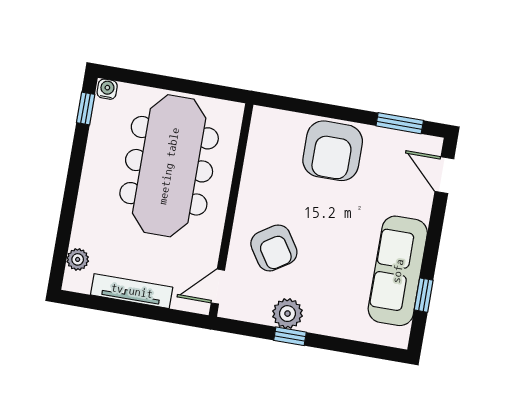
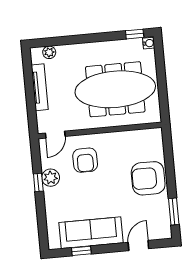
door: (444, 175) -> (138, 246), moved
armchair: (274, 248) -> (85, 160), turned -57
door: (218, 287) -> (55, 135), swing flipped

